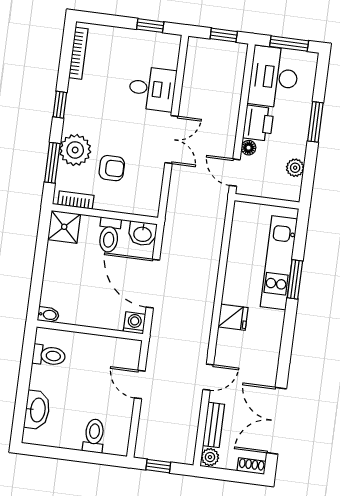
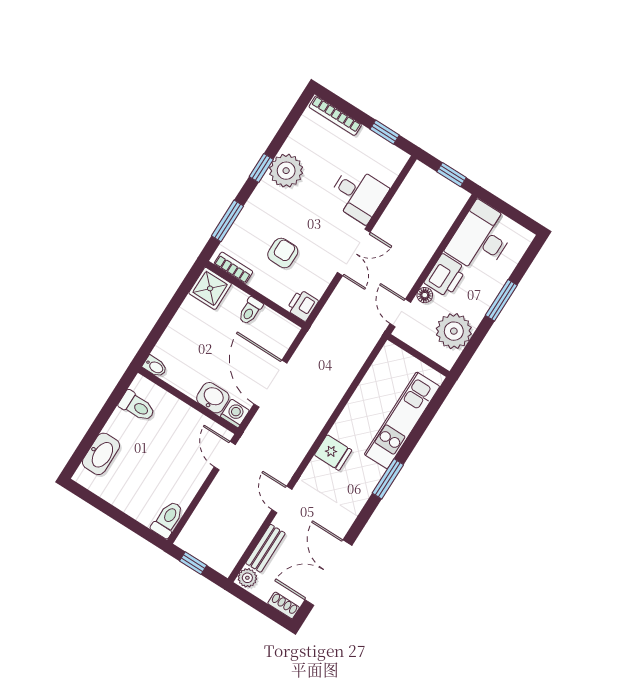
window: (289, 44) -> (511, 212), removed
bookcase: (78, 53) -> (335, 116), moved, turned 90
plant: (75, 150) -> (286, 171), moved
armchair: (112, 168) -> (283, 253), turned -90
plant: (295, 168) -> (454, 331), width x1.88, depth x1.88
printer: (149, 205) -> (302, 305), added
washbasin: (143, 234) -> (213, 398), moved, turned 180
toilet: (109, 235) -> (250, 311), width x0.73, depth x0.72
window: (295, 279) -> (388, 479), moved
door: (208, 377) -> (282, 500), swing flipped
door: (140, 384) -> (225, 456), moved
toilet: (94, 436) -> (168, 519), moved

